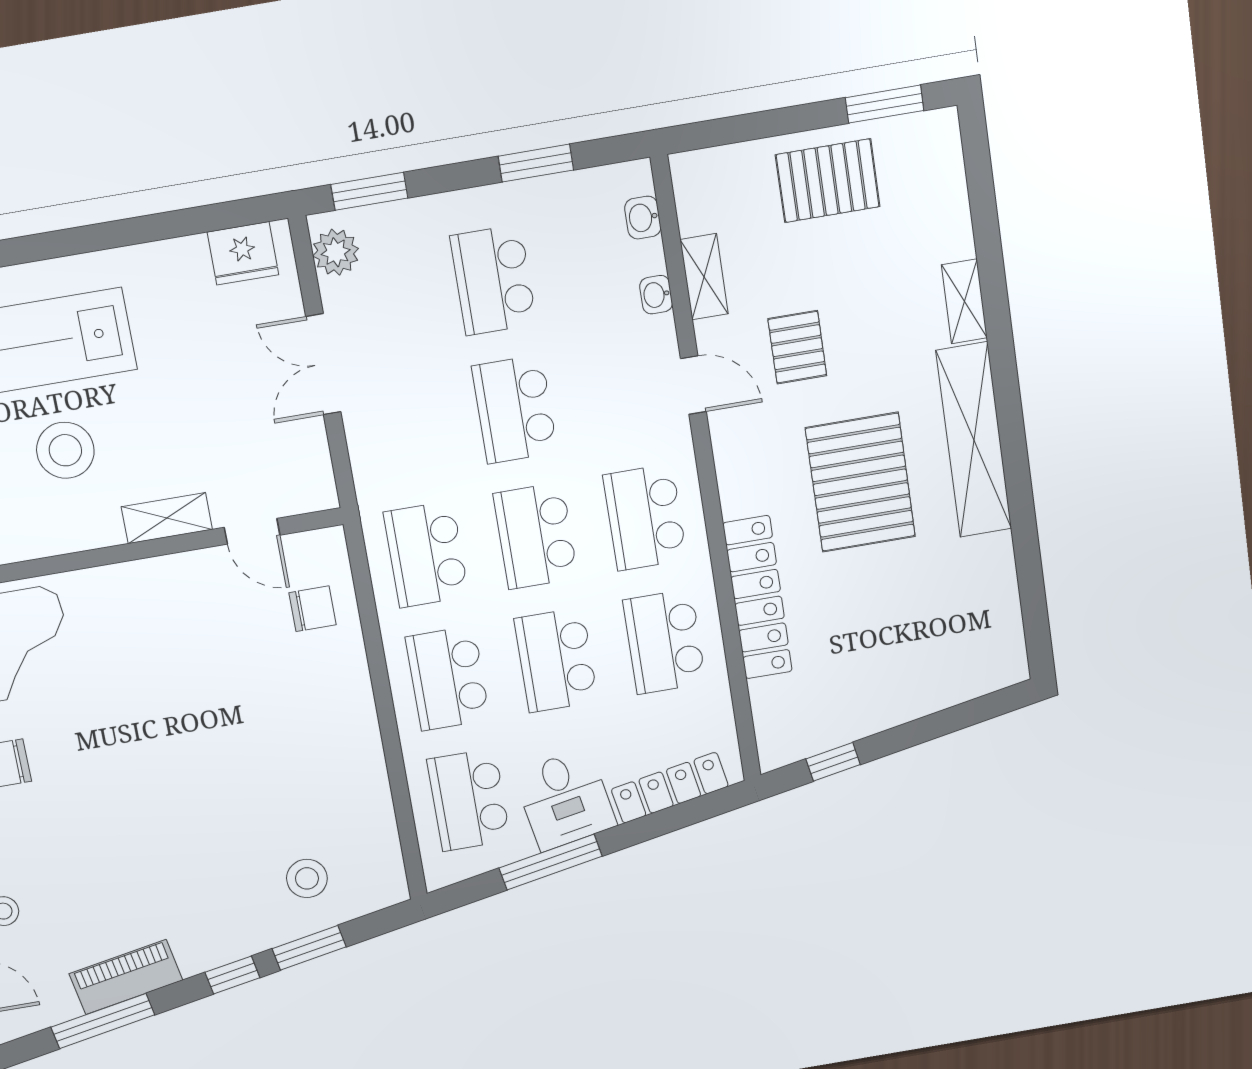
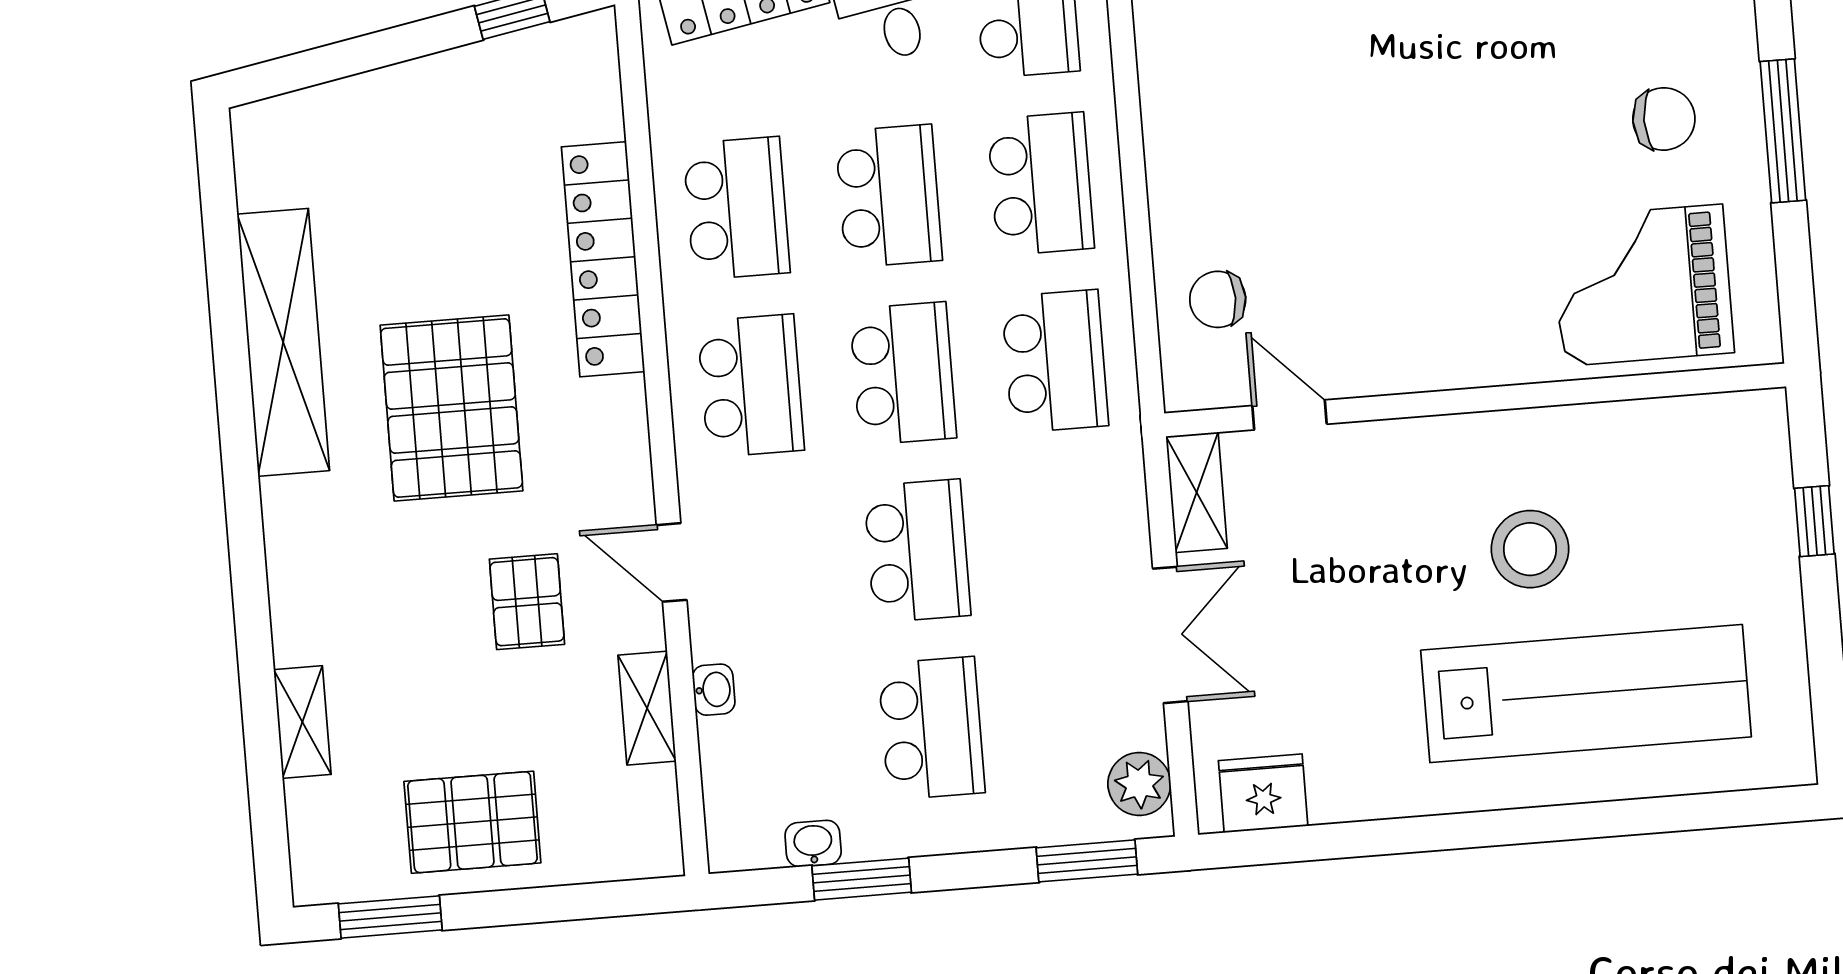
washbasin: (643, 218) -> (813, 844), moved, turned -90
shelving: (964, 301) -> (302, 722), moved
shelving: (974, 440) -> (283, 342), moved
shelving: (167, 518) -> (1197, 492), moved, turned 90

